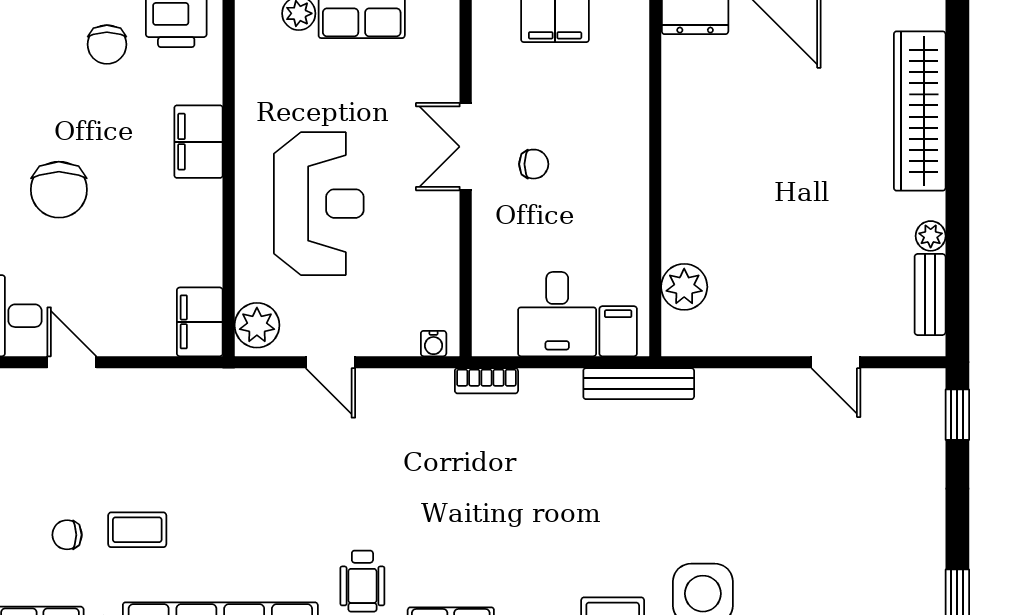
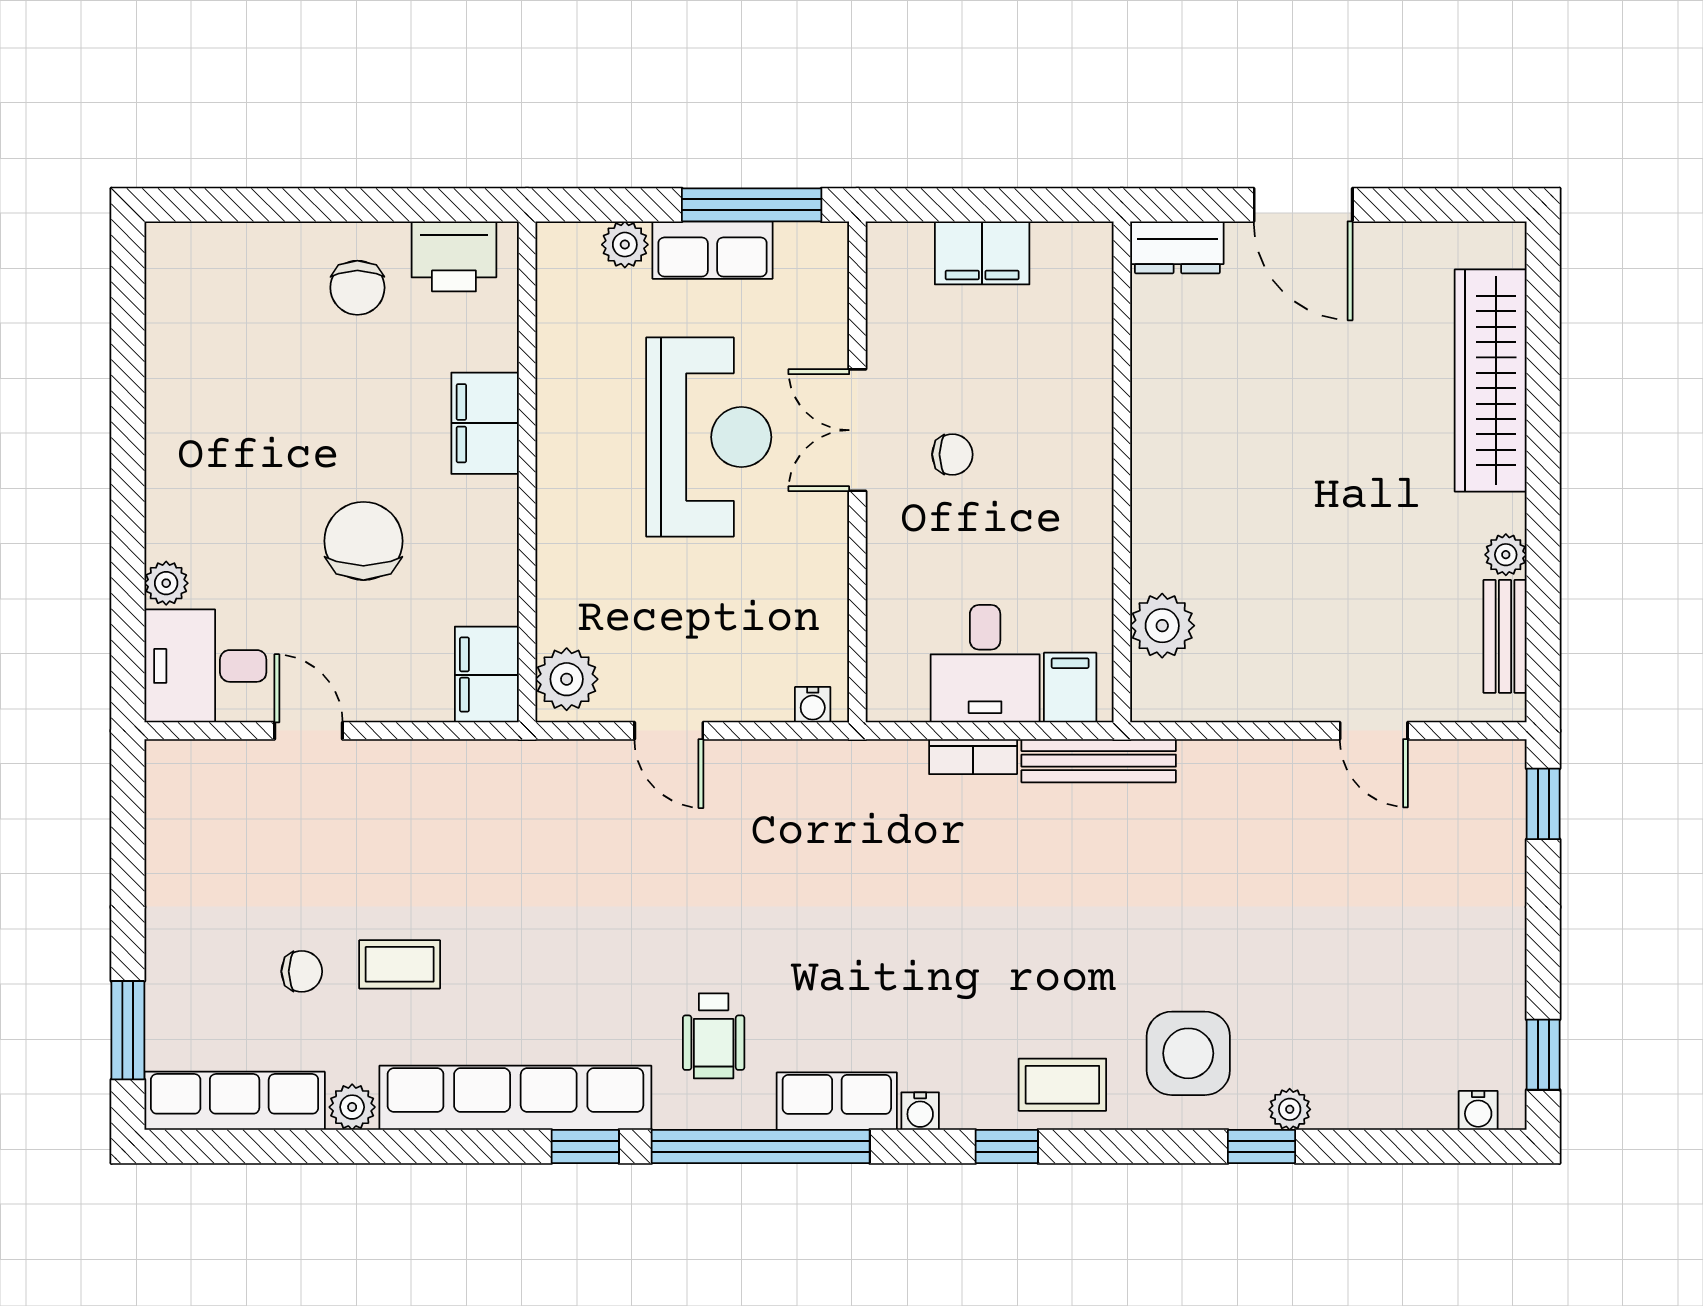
chair: (59, 190) -> (363, 541), moved, turned 180
reception desk: (319, 204) -> (709, 437), moved
bookcase: (486, 381) -> (973, 757), moved
chair: (67, 535) -> (302, 971), turned 180

